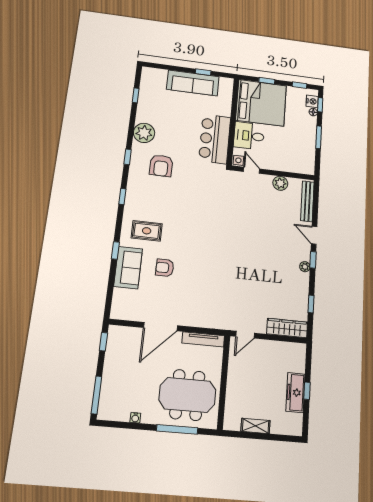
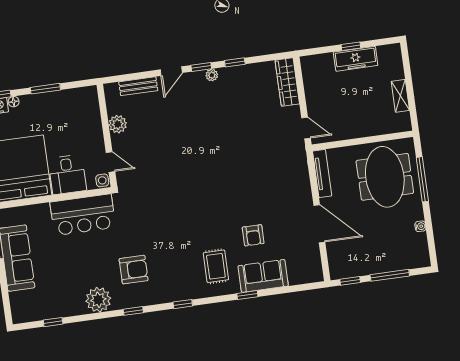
door: (252, 170) -> (111, 162), swing flipped
bench: (307, 201) -> (138, 86), width x0.73
window: (311, 304) -> (235, 62), moved
window: (96, 395) -> (390, 275), moved

